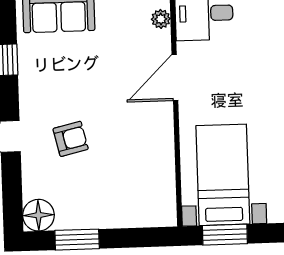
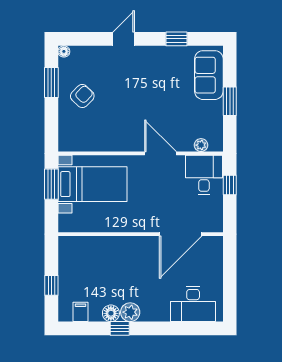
armchair: (71, 139) -> (82, 96), moved, turned -123
floor lamp: (38, 215) -> (64, 51), width x0.53, depth x0.53

